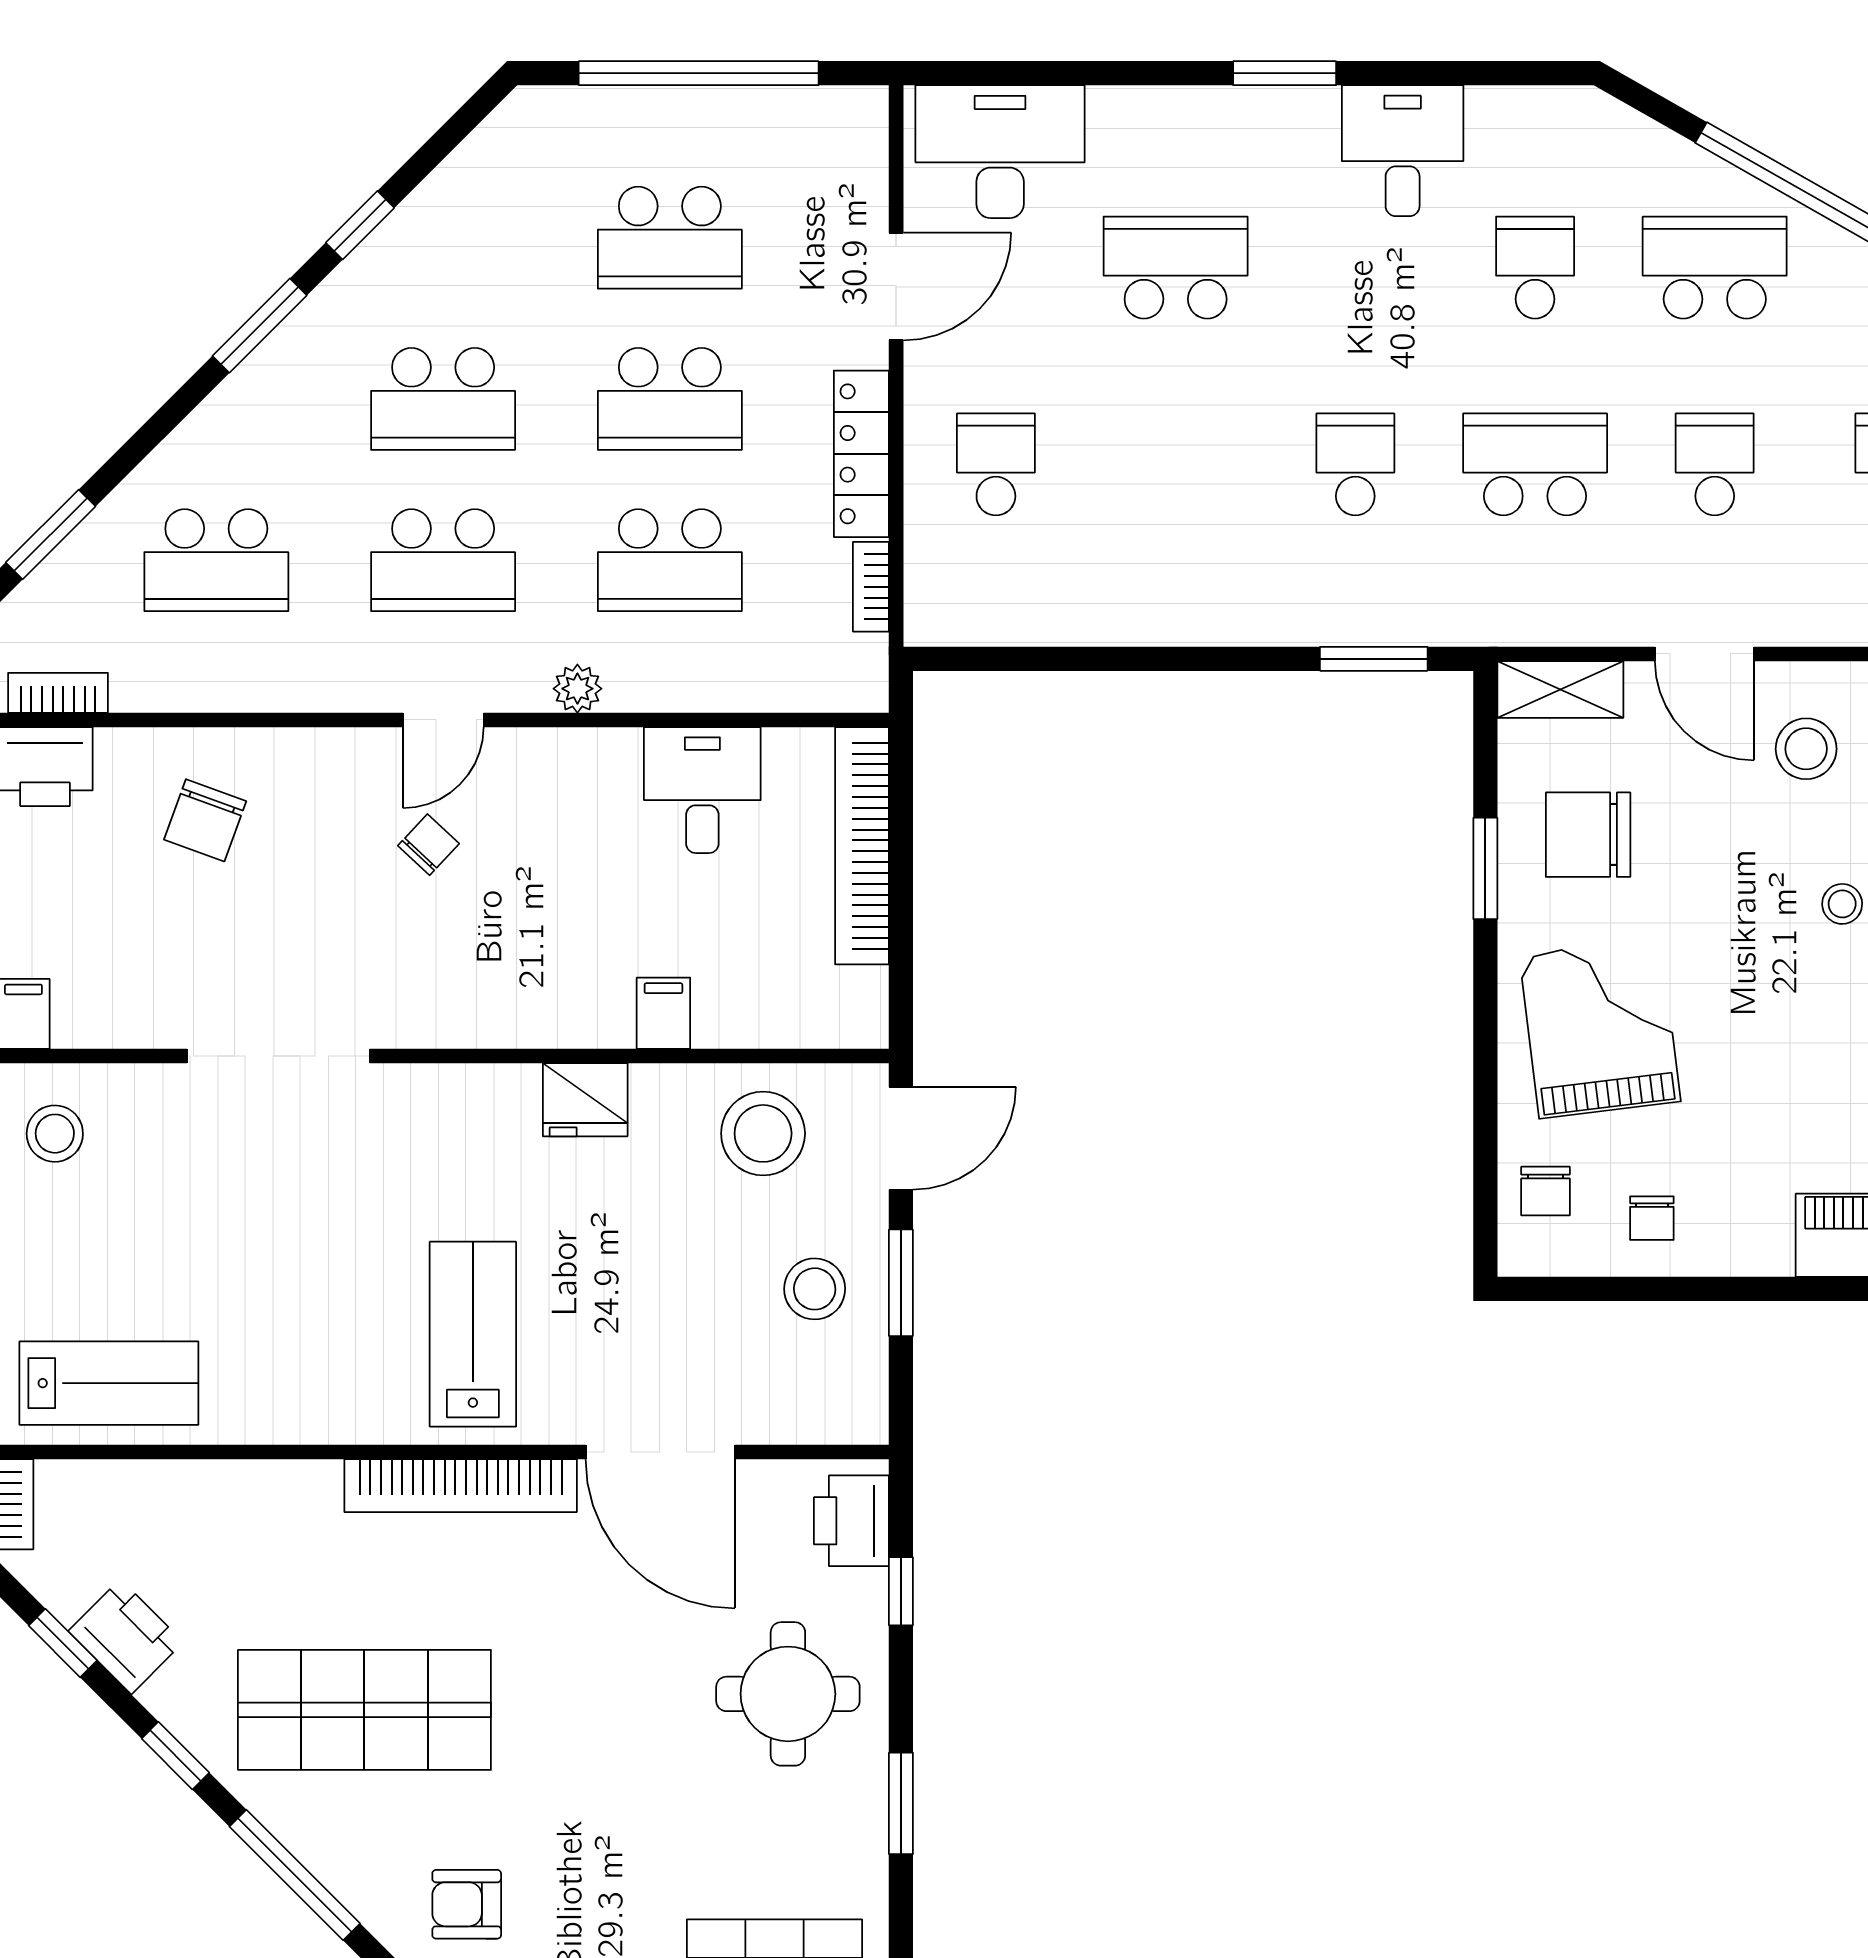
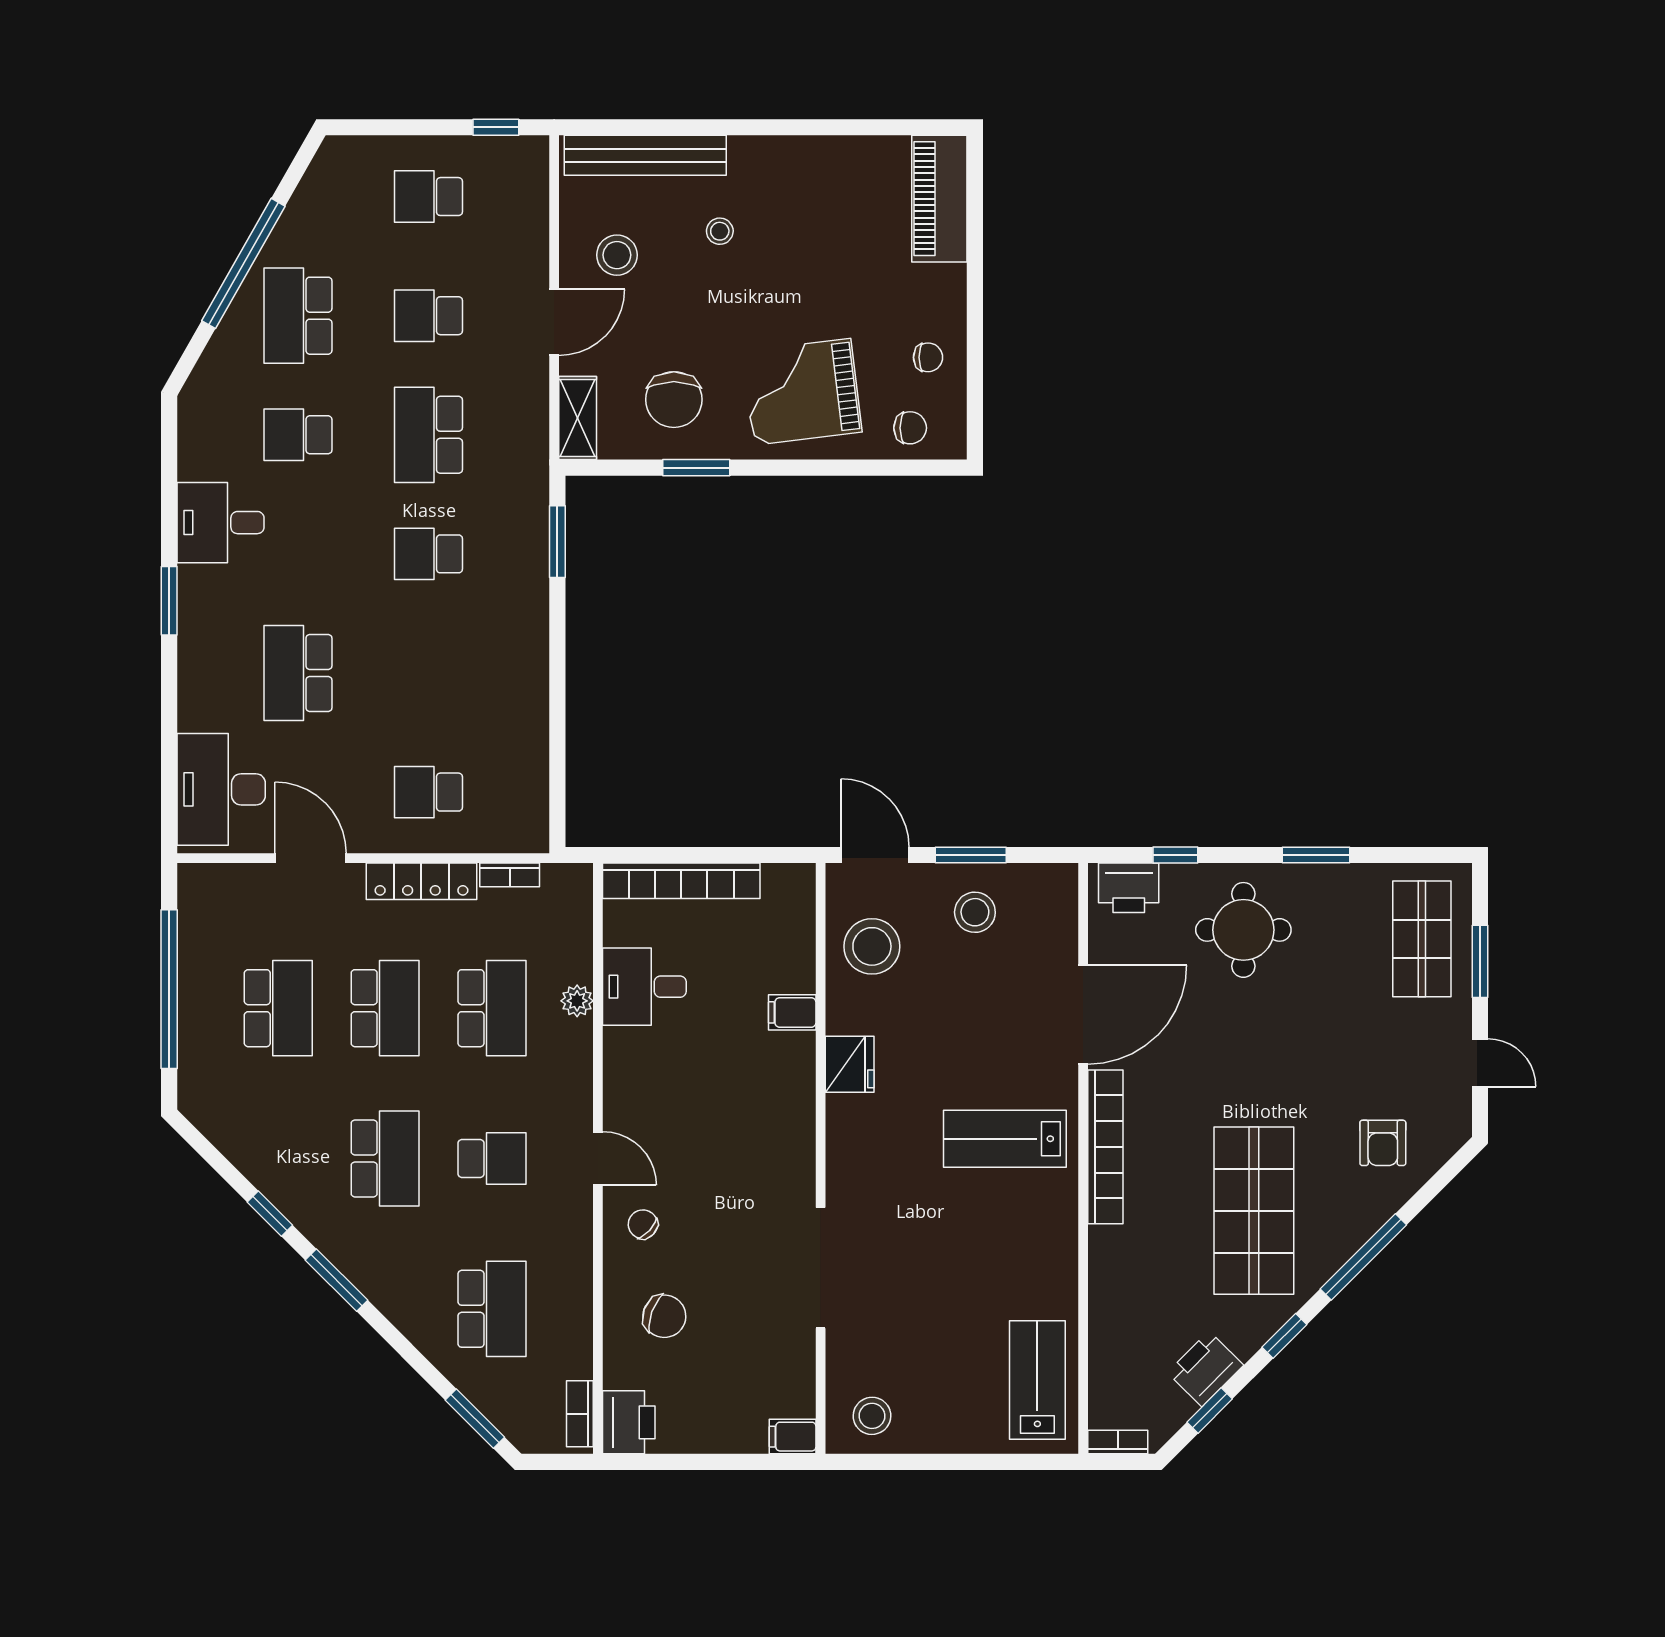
school desk: (443, 560) -> (492, 1158), width x0.54
plant: (577, 689) -> (577, 1001), moved
chair: (429, 845) -> (643, 1224), moved

